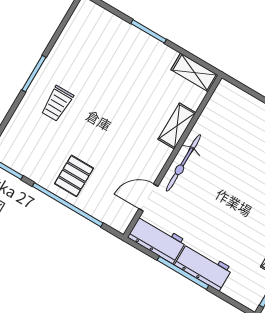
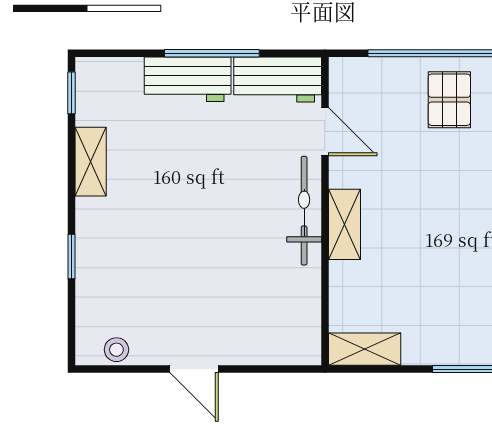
shelving: (177, 126) -> (344, 224), moved
door: (148, 197) -> (325, 132), hinge flipped

